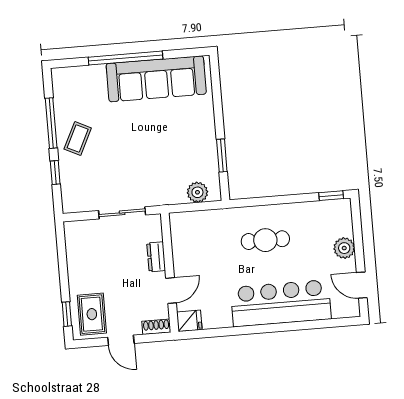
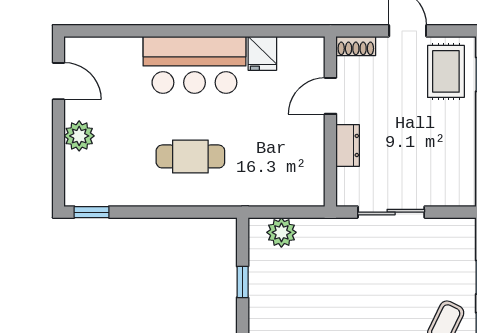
window: (222, 155) -> (243, 282), width x0.67
bar counter: (281, 303) -> (194, 65), width x0.73
fridge: (189, 321) -> (262, 53), moved, turned -90

